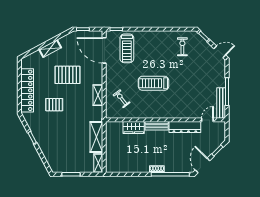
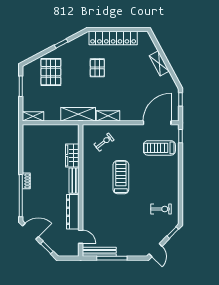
pallet: (67, 75) -> (51, 72), moved
shelving: (96, 137) -> (78, 114), moved

